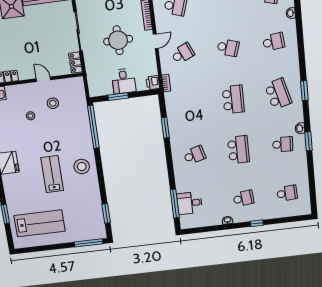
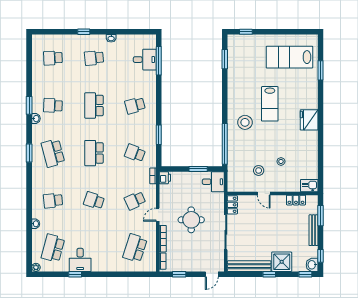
desk: (124, 81) -> (213, 182), moved, turned 90
school desk: (189, 105) -> (135, 153), added
stool: (82, 167) -> (245, 122), moved
window: (88, 243) -> (246, 32), width x0.46

